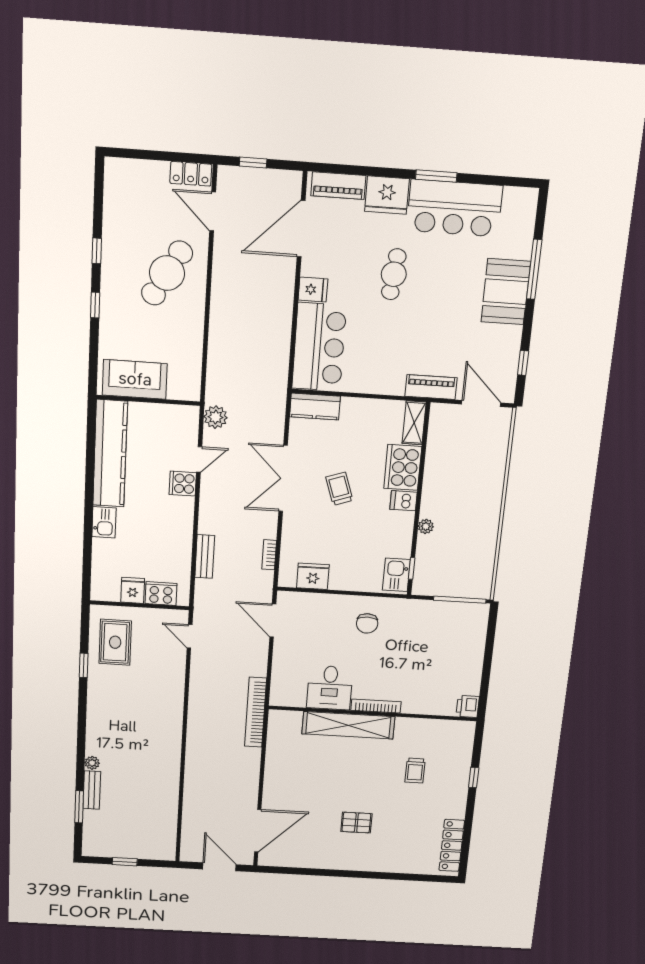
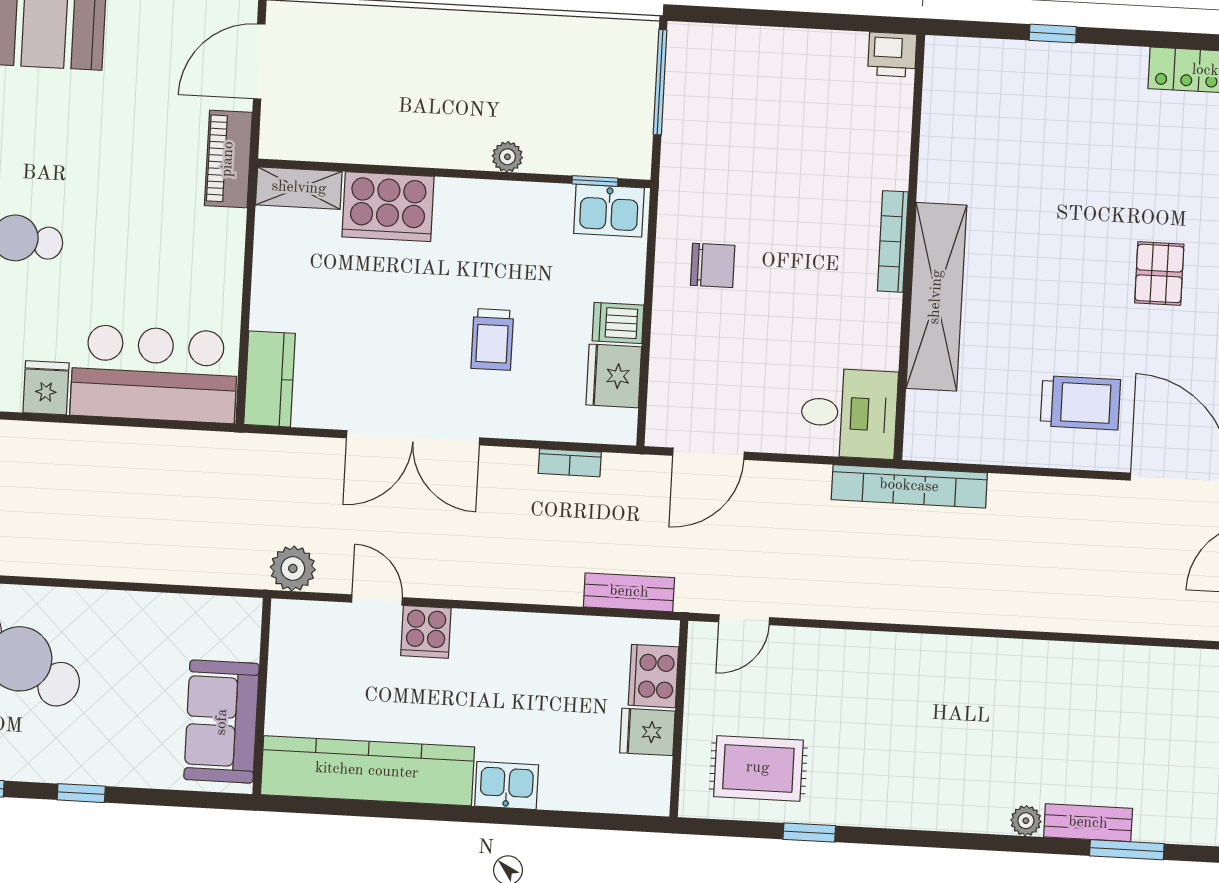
trolley: (339, 489) -> (492, 339), moved, turned -71
dishwasher: (404, 501) -> (618, 323), moved, turned 90
bench: (205, 557) -> (629, 592), moved
desk: (330, 688) -> (849, 413), moved
trolley: (415, 771) -> (1080, 403), moved, width x1.36, depth x1.39

